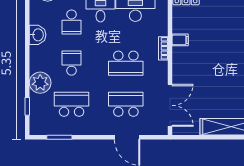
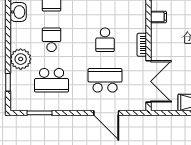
bookcase: (163, 48) -> (142, 45), moved
school desk: (126, 63) -> (105, 40), width x0.54
school desk: (72, 104) -> (52, 80), turned 180

